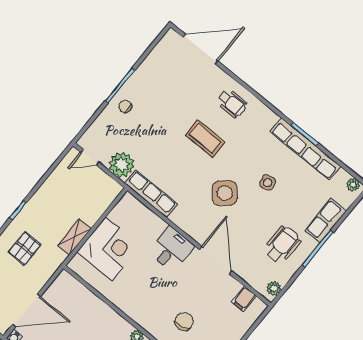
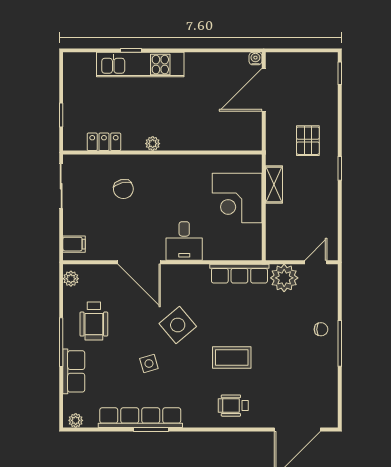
filing cabinet: (244, 299) -> (74, 244), moved, turned 90

